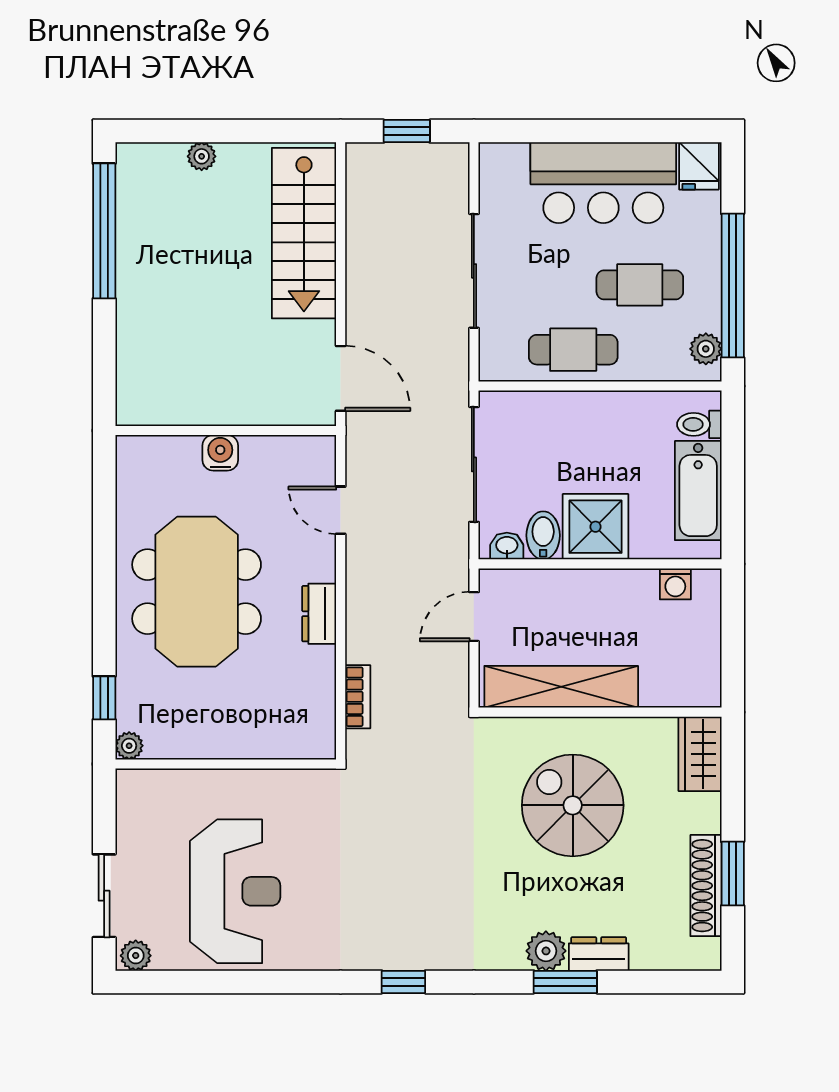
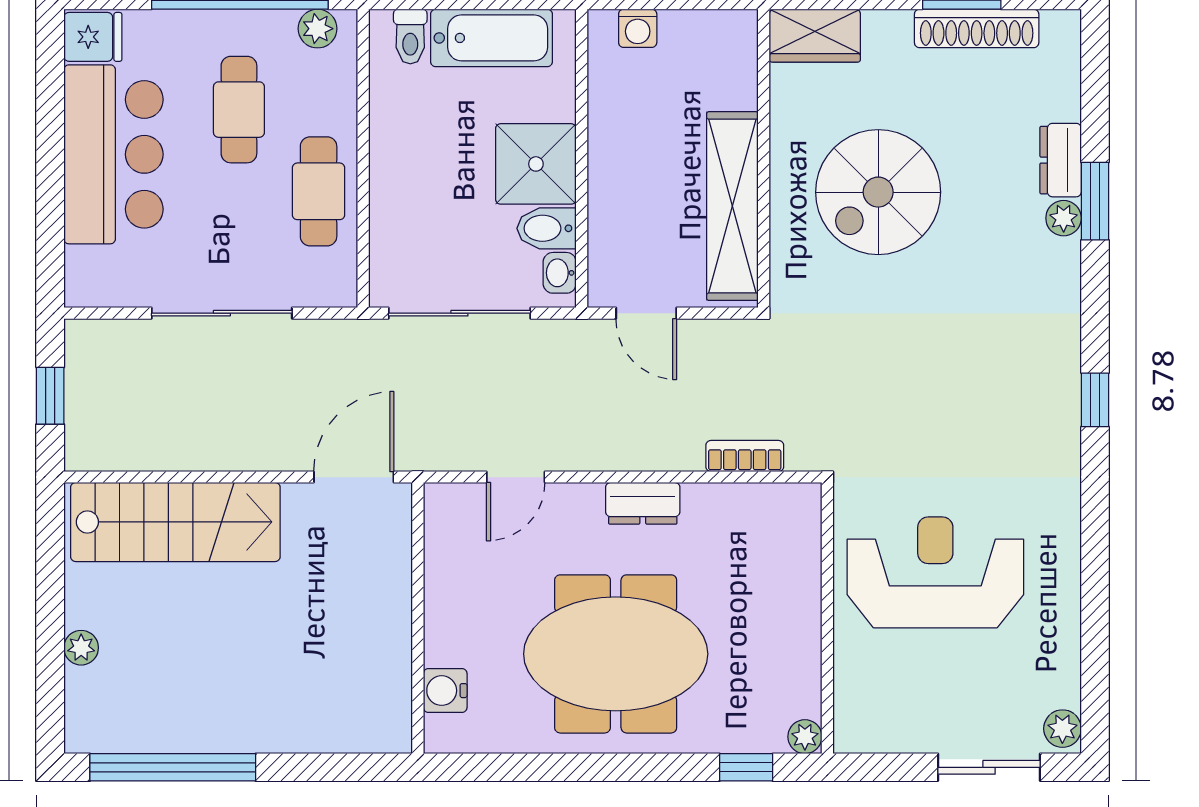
water cooler: (220, 453) -> (445, 691), moved
washing machine: (675, 584) -> (638, 28), moved, turned 90
reception desk: (235, 891) -> (935, 572), moved
plant: (546, 951) -> (1064, 218), width x0.73, depth x0.73

